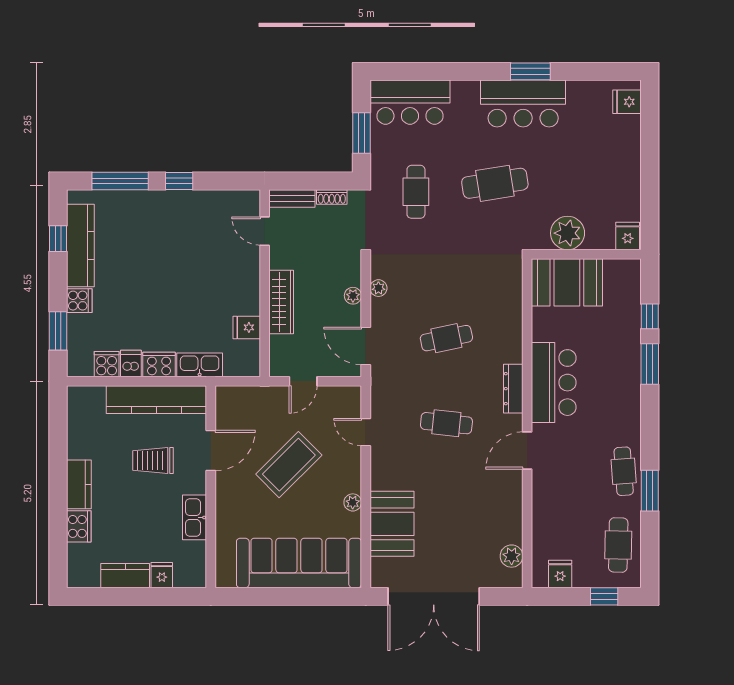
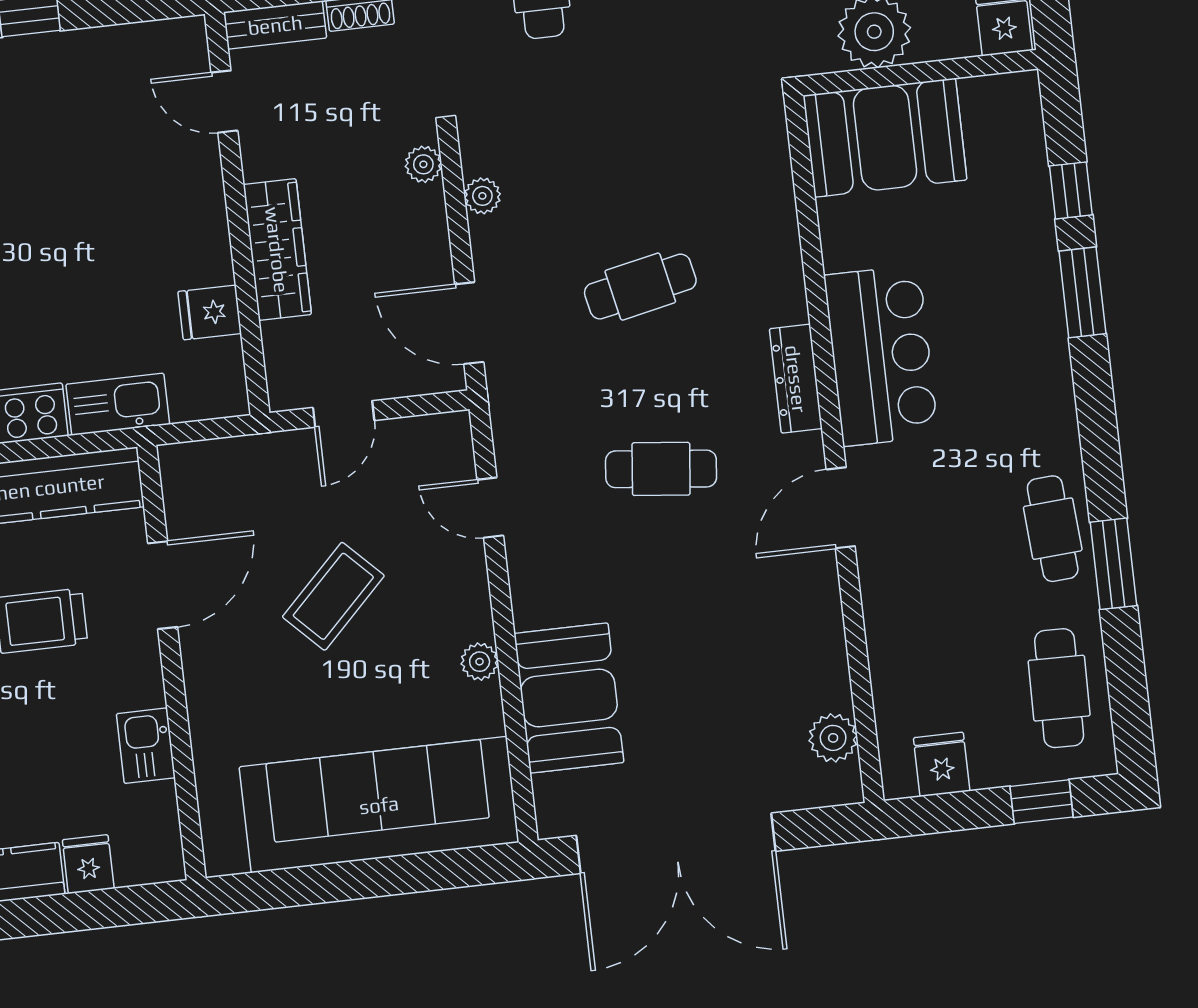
plant: (353, 296) -> (423, 164), moved
coffee table: (289, 465) -> (333, 596), width x0.73, depth x0.76
kitchen sink: (195, 517) -> (146, 746), width x0.73

